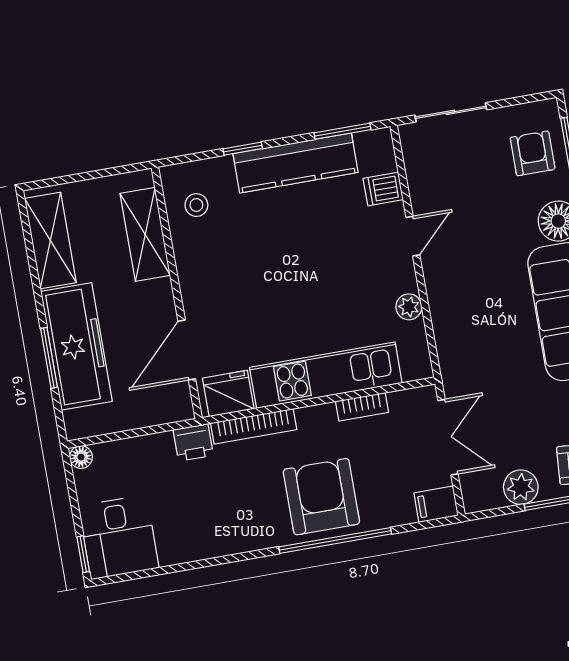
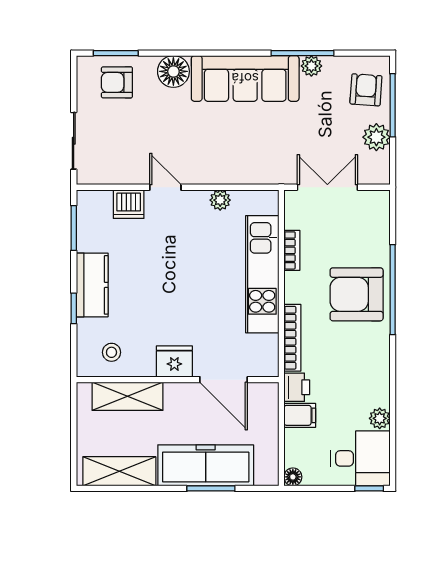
kitchen counter: (296, 163) -> (92, 285), width x0.67
dishwasher: (383, 189) -> (129, 204), width x1.38
fridge: (228, 393) -> (174, 361), moved, turned 90
filing cabinet: (436, 504) -> (300, 415), moved, turned -90
plant: (172, 552) -> (380, 418), added

